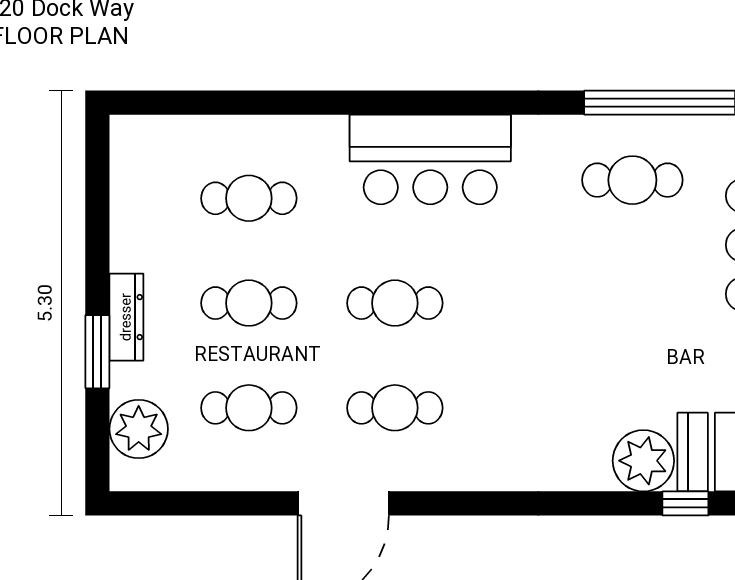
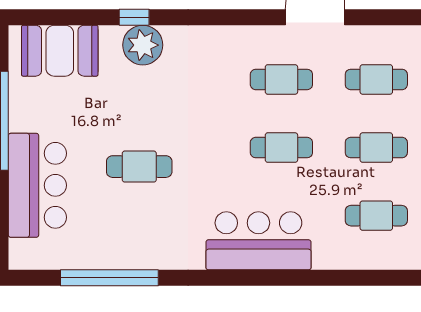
cafe table: (632, 180) -> (139, 167), moved
plant: (643, 461) -> (143, 45), moved
window: (685, 503) -> (134, 17), moved

